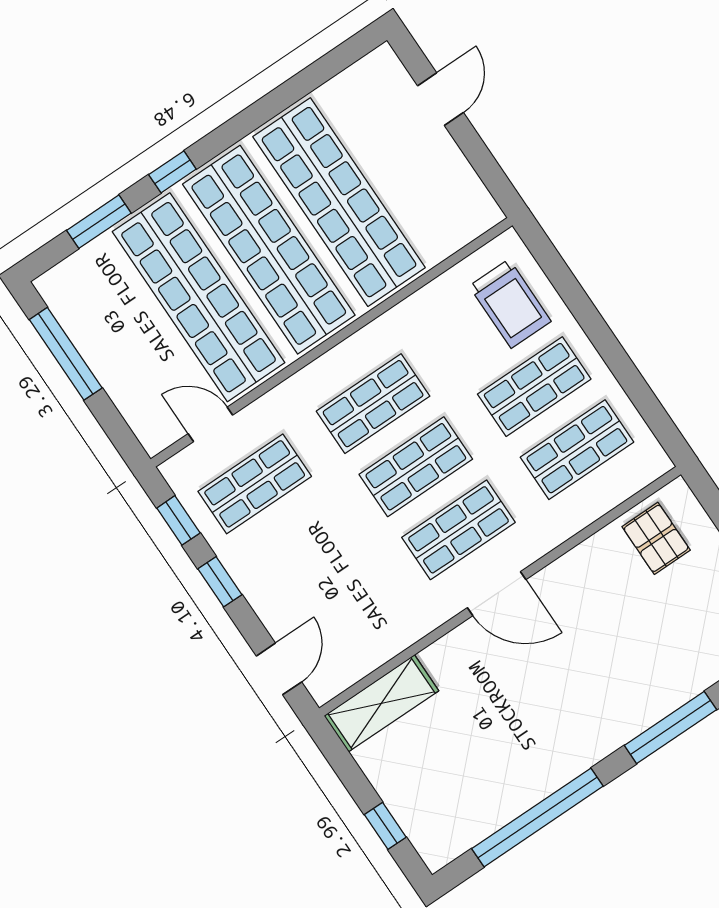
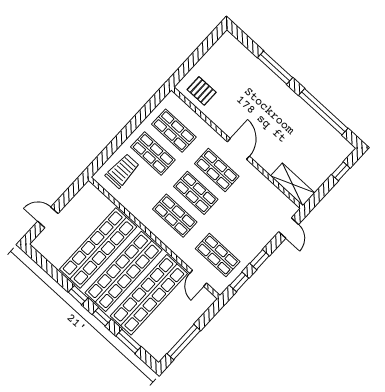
window: (238, 127) -> (78, 295), added
pallet: (656, 538) -> (202, 91), turned 90
door: (279, 669) -> (289, 228), swing flipped

